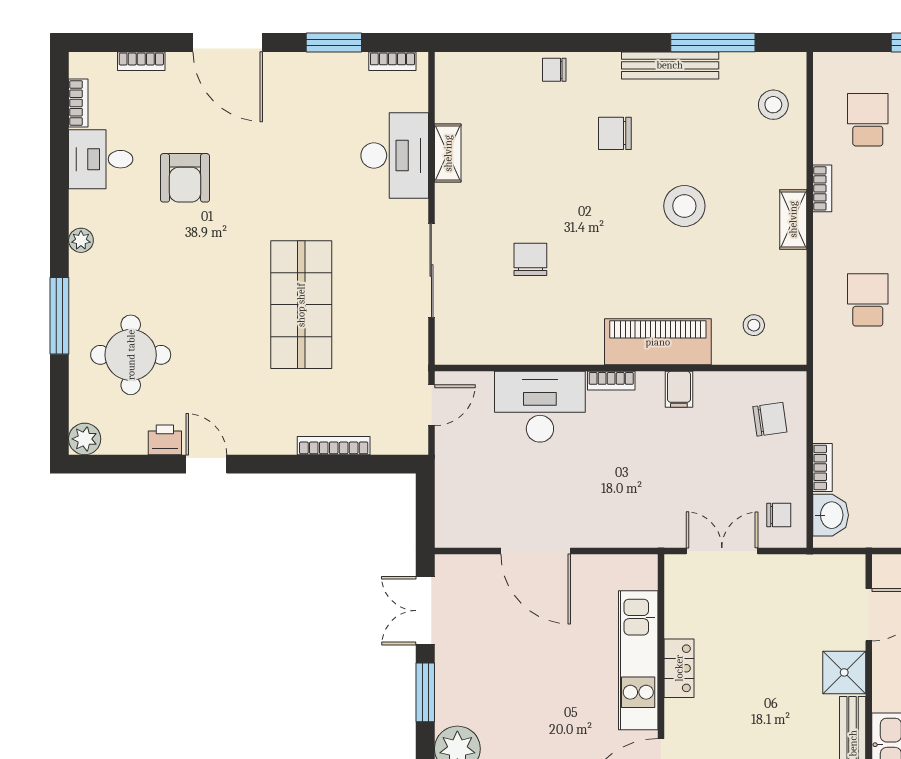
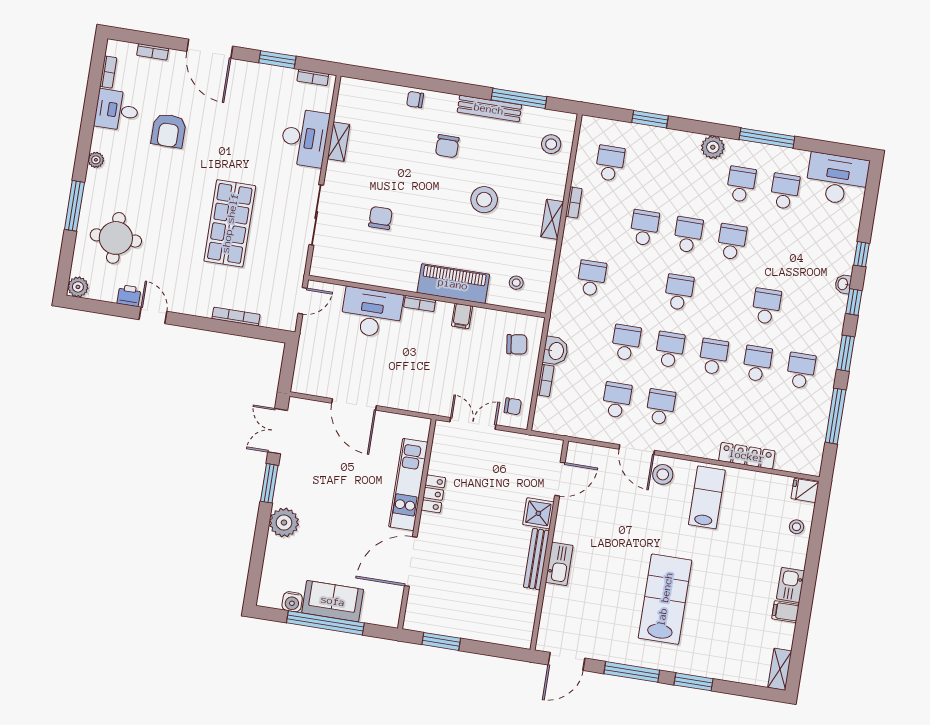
chair: (615, 133) -> (447, 146), turned -90
washbasin: (831, 515) -> (556, 351), moved

